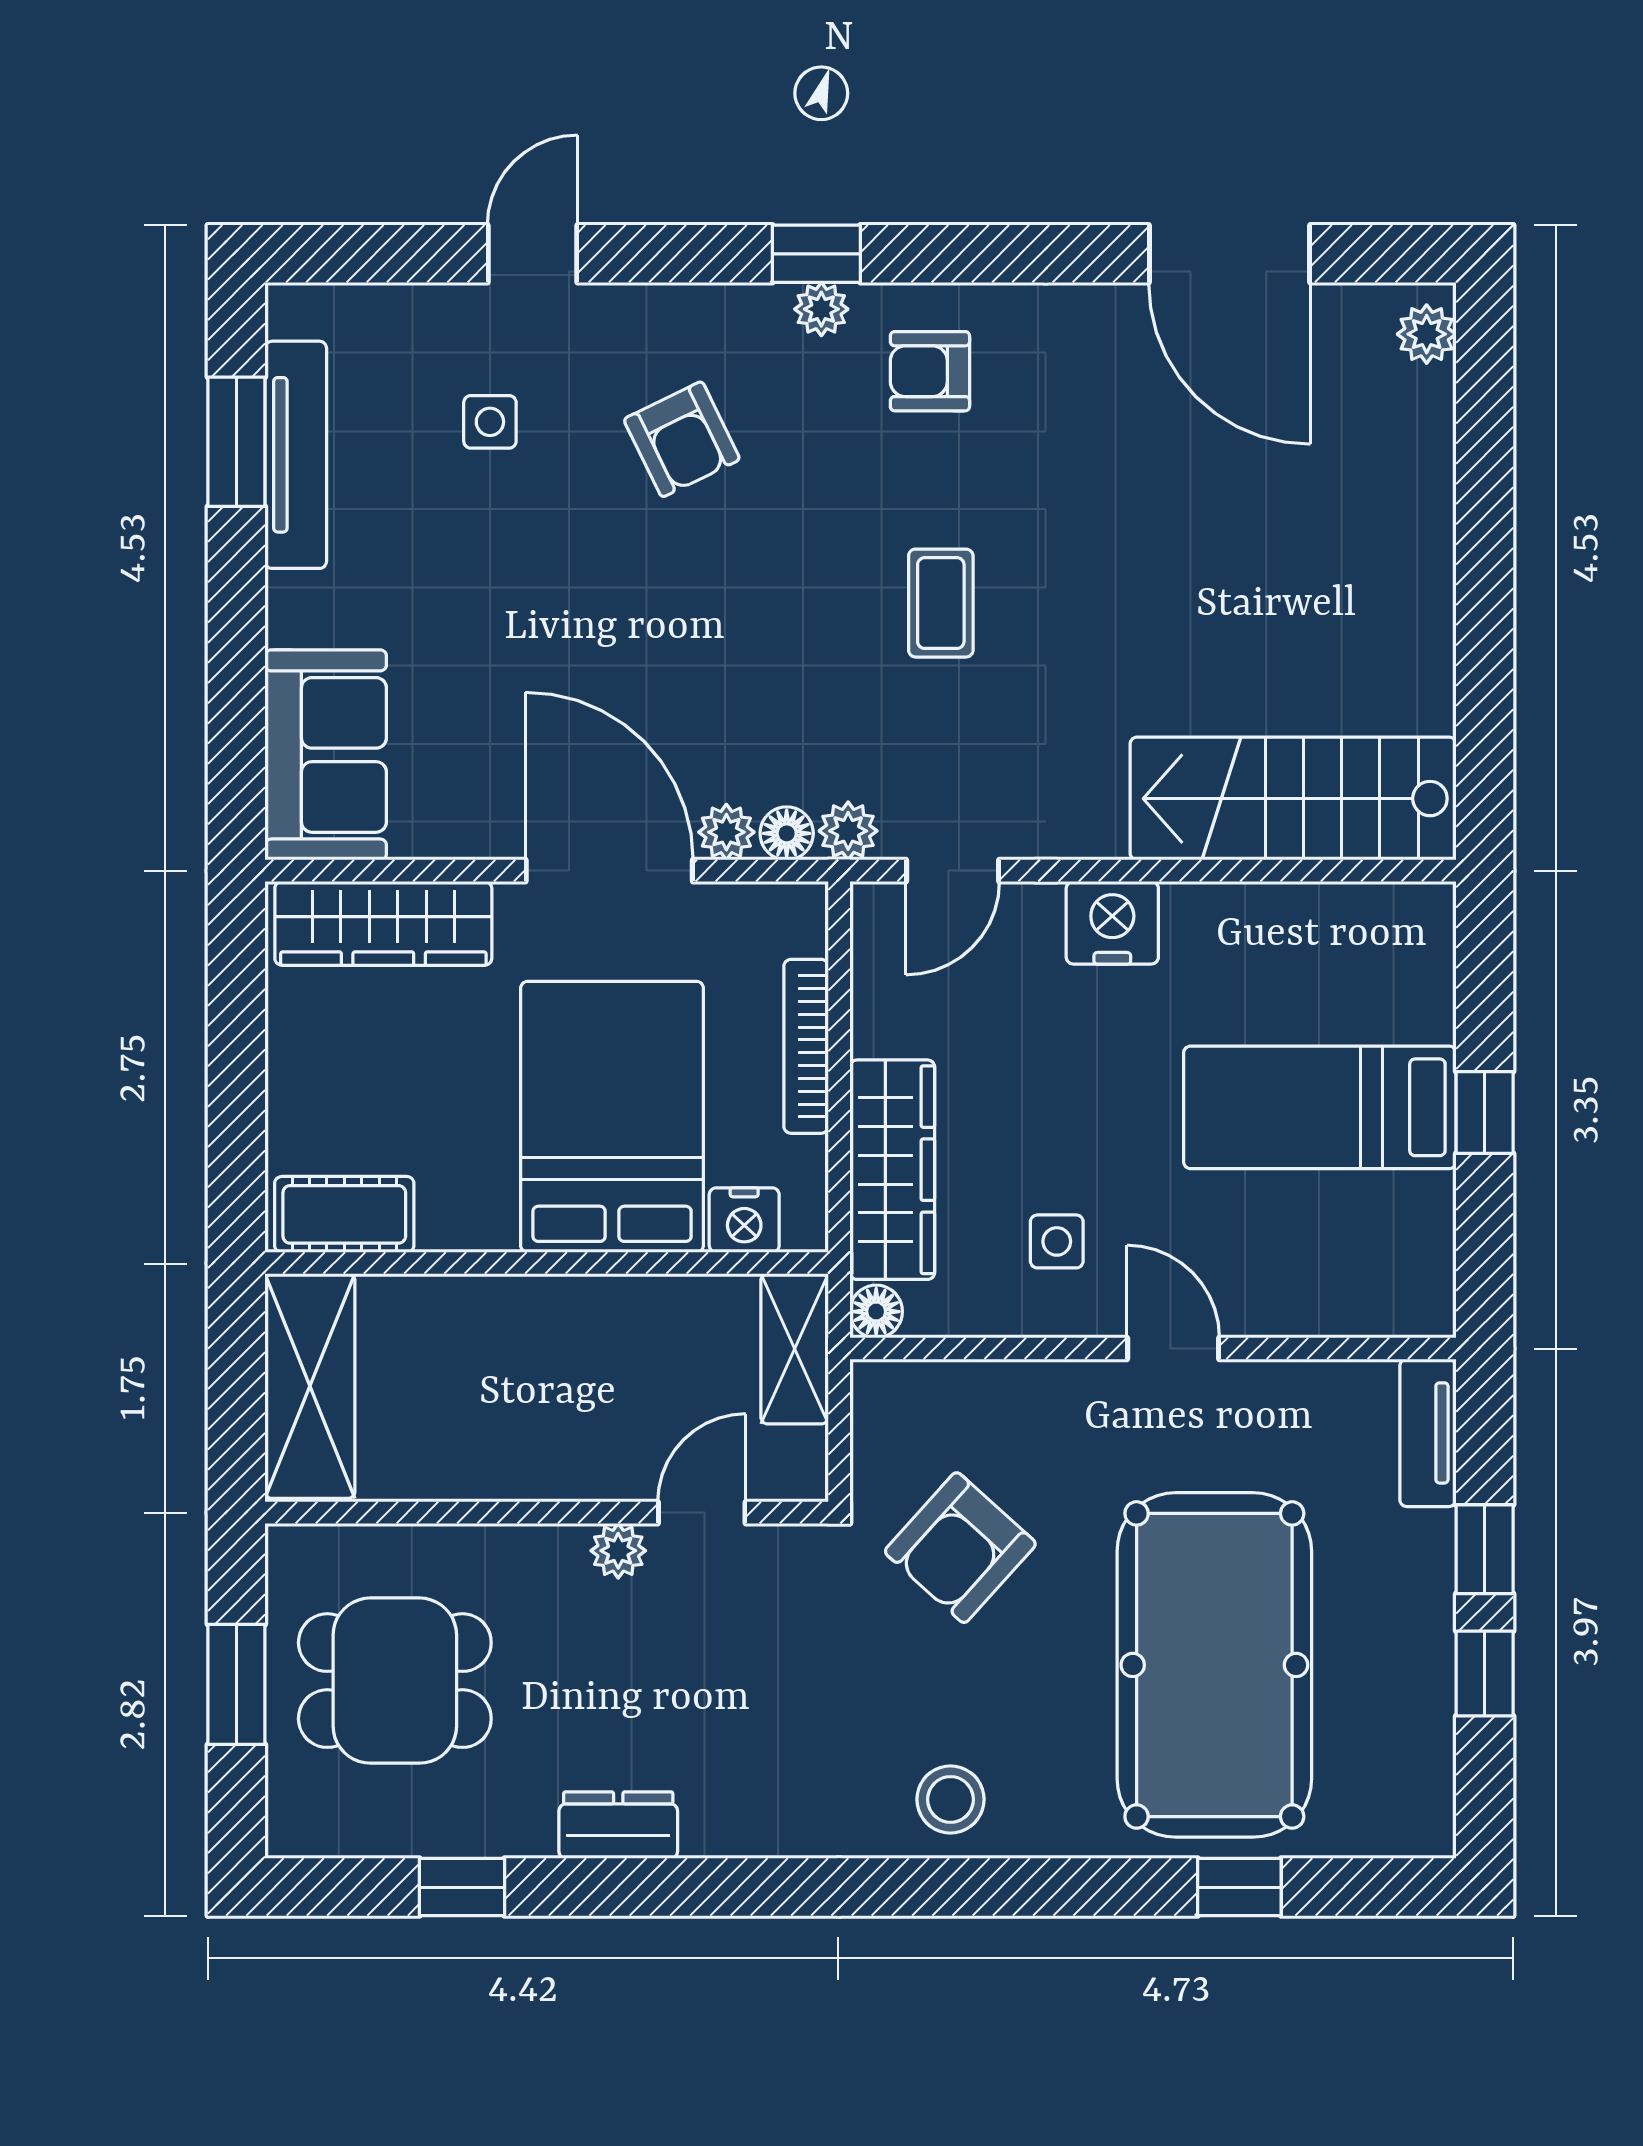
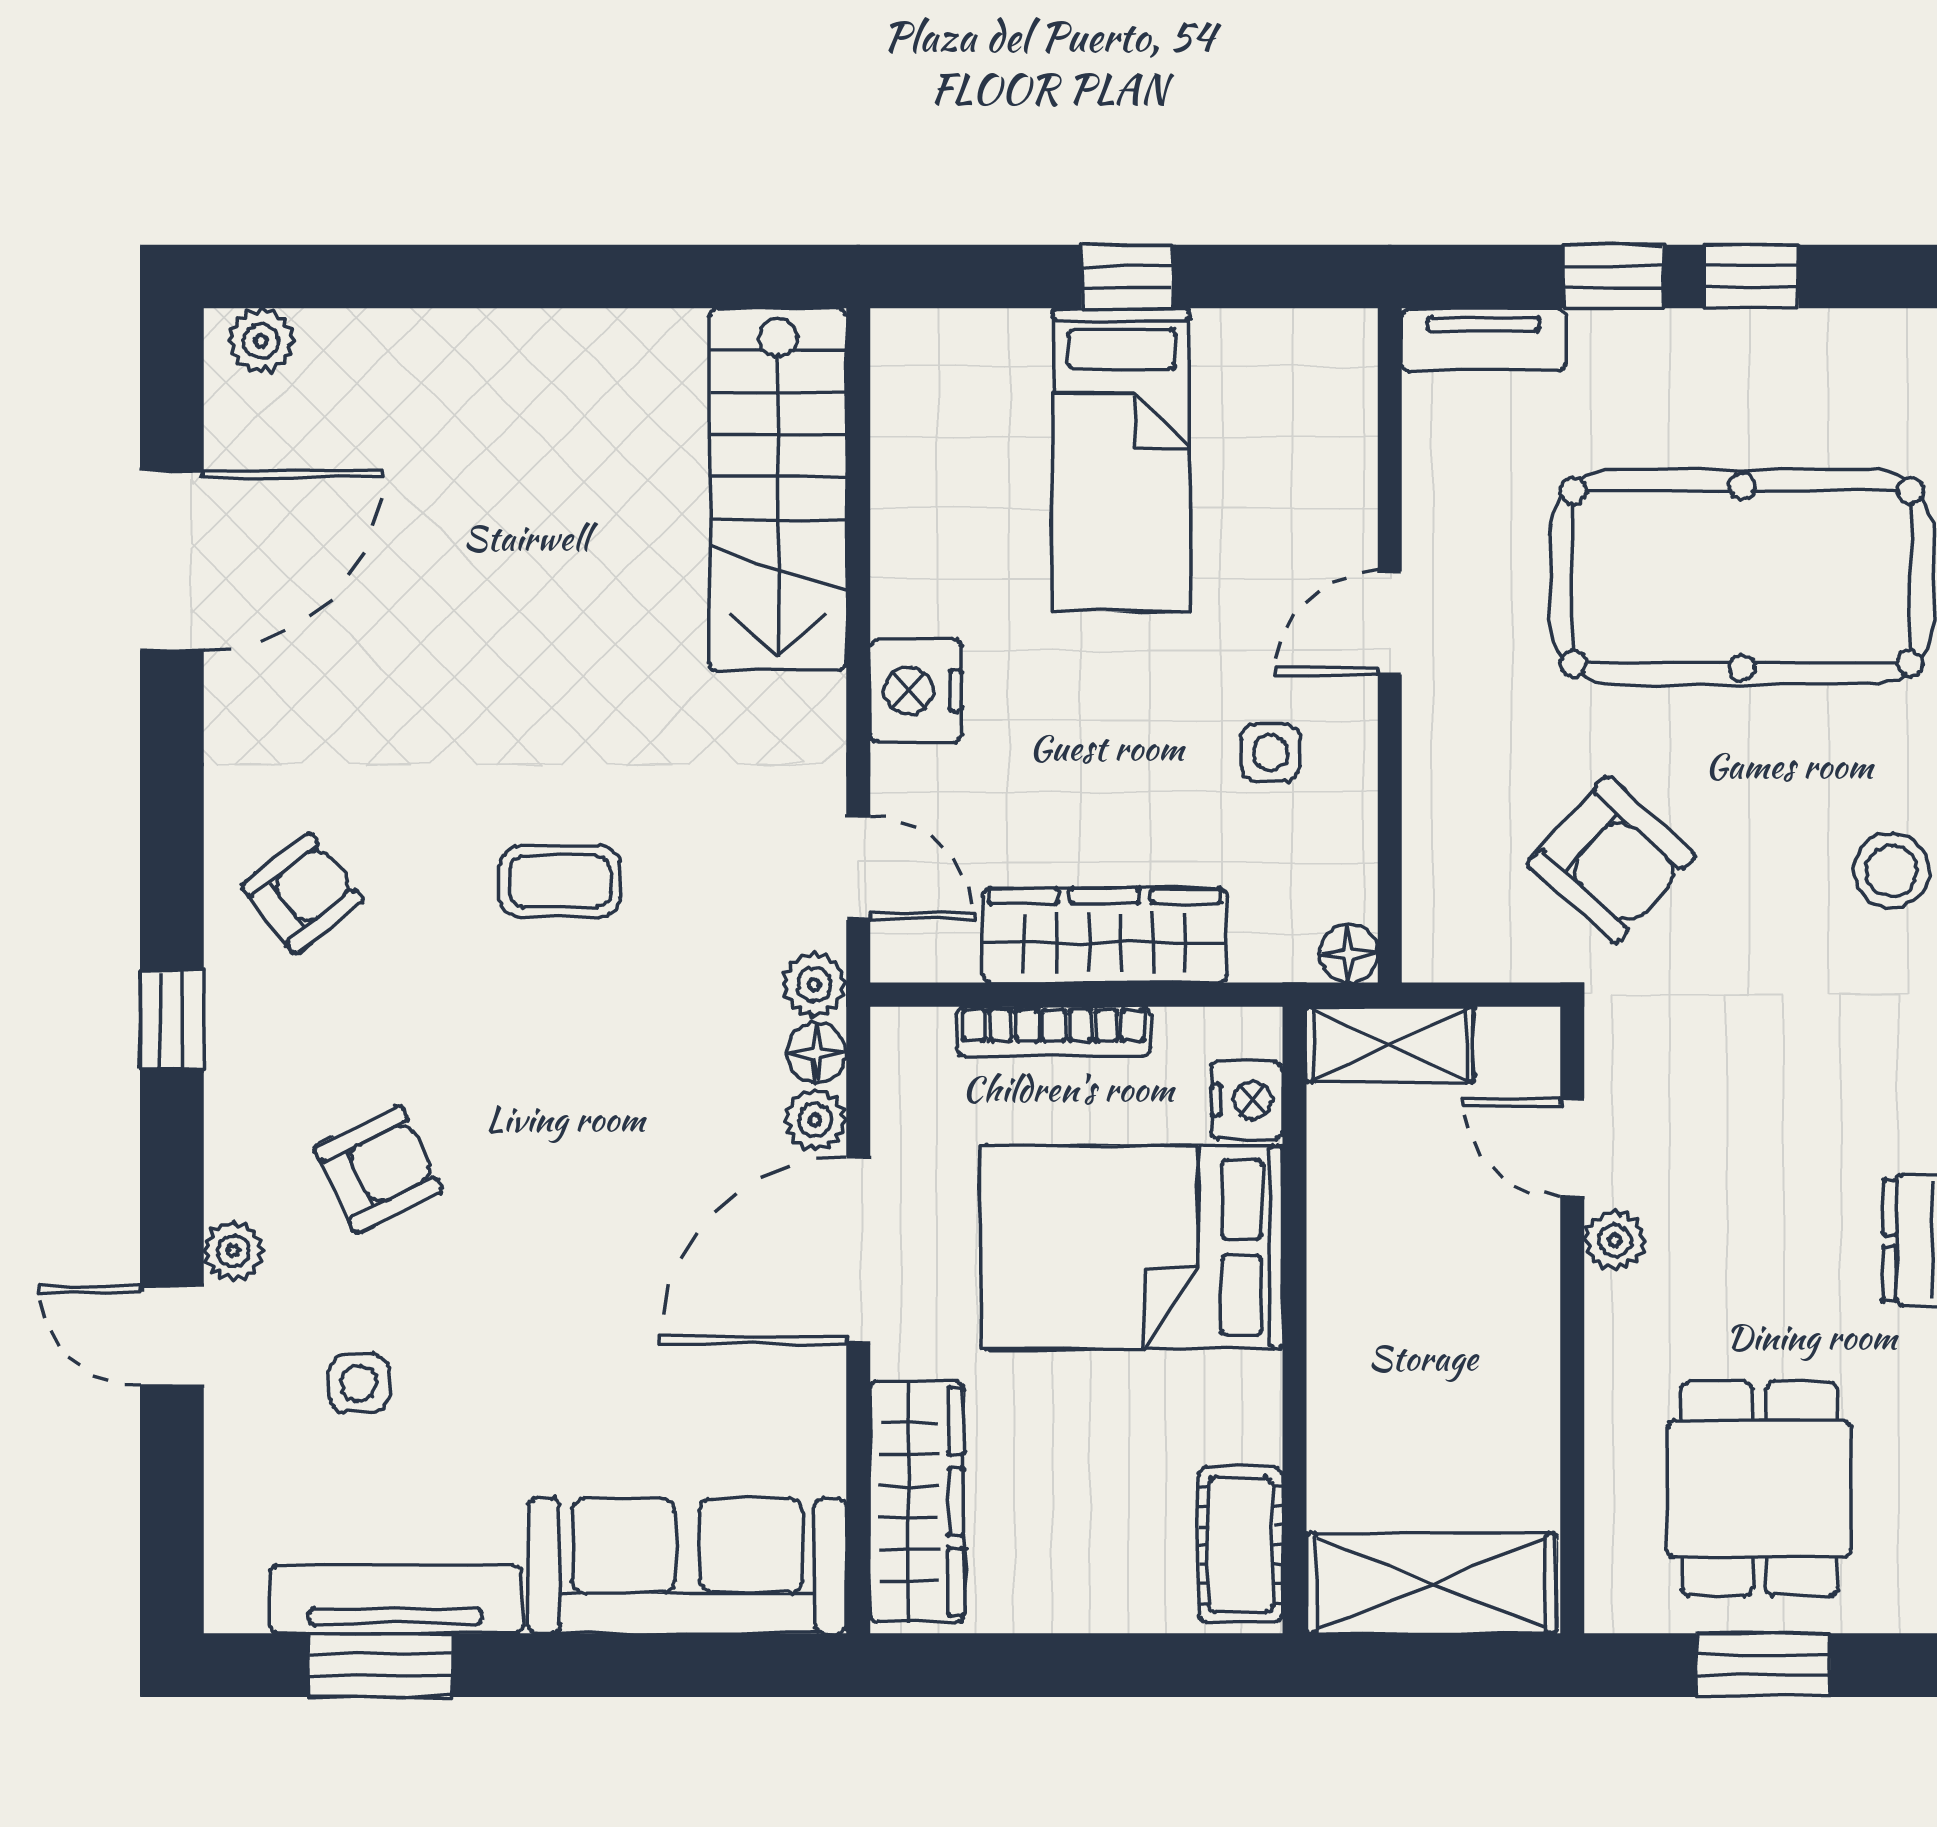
plant: (821, 309) -> (233, 1251), moved
armchair: (930, 371) -> (302, 894), turned -128
sofa: (326, 755) -> (687, 1566), width x1.36
wardrobe: (892, 1170) -> (1105, 935), moved

